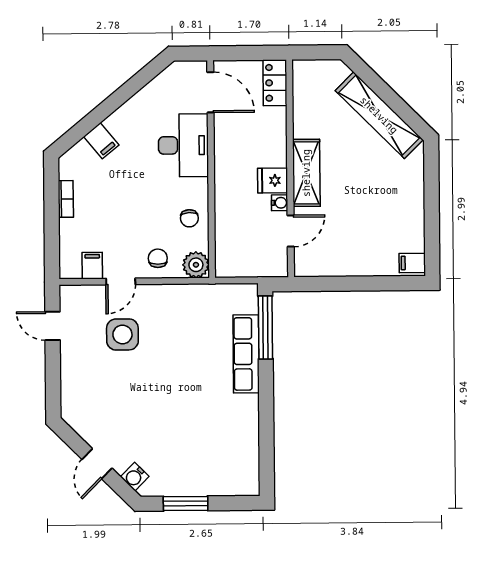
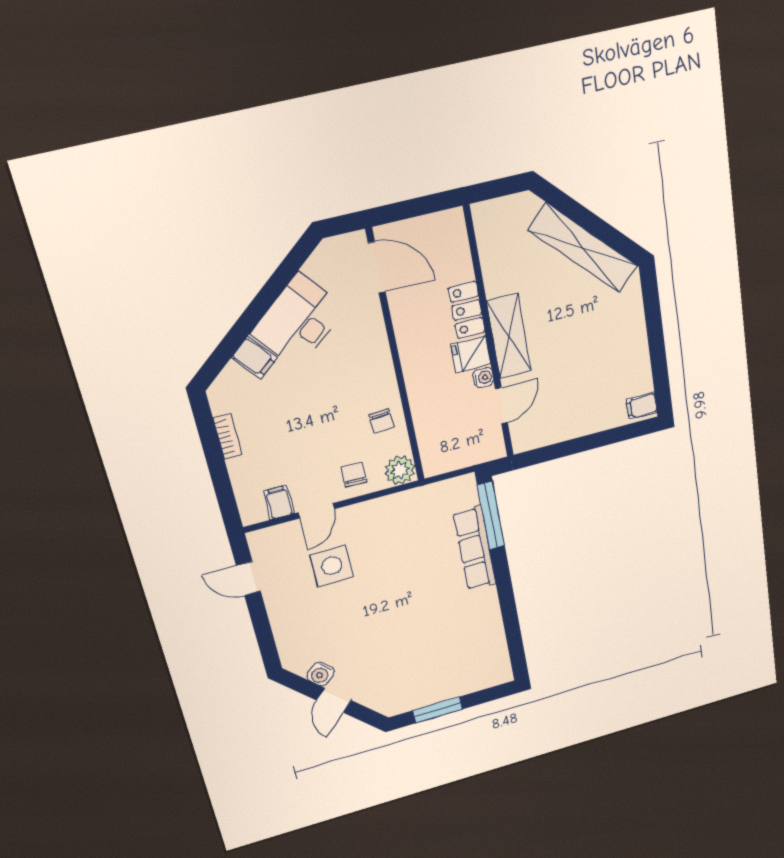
locker: (275, 83) -> (467, 310), moved
desk: (183, 145) -> (299, 321), moved, turned -130
water cooler: (135, 477) -> (321, 674), moved

